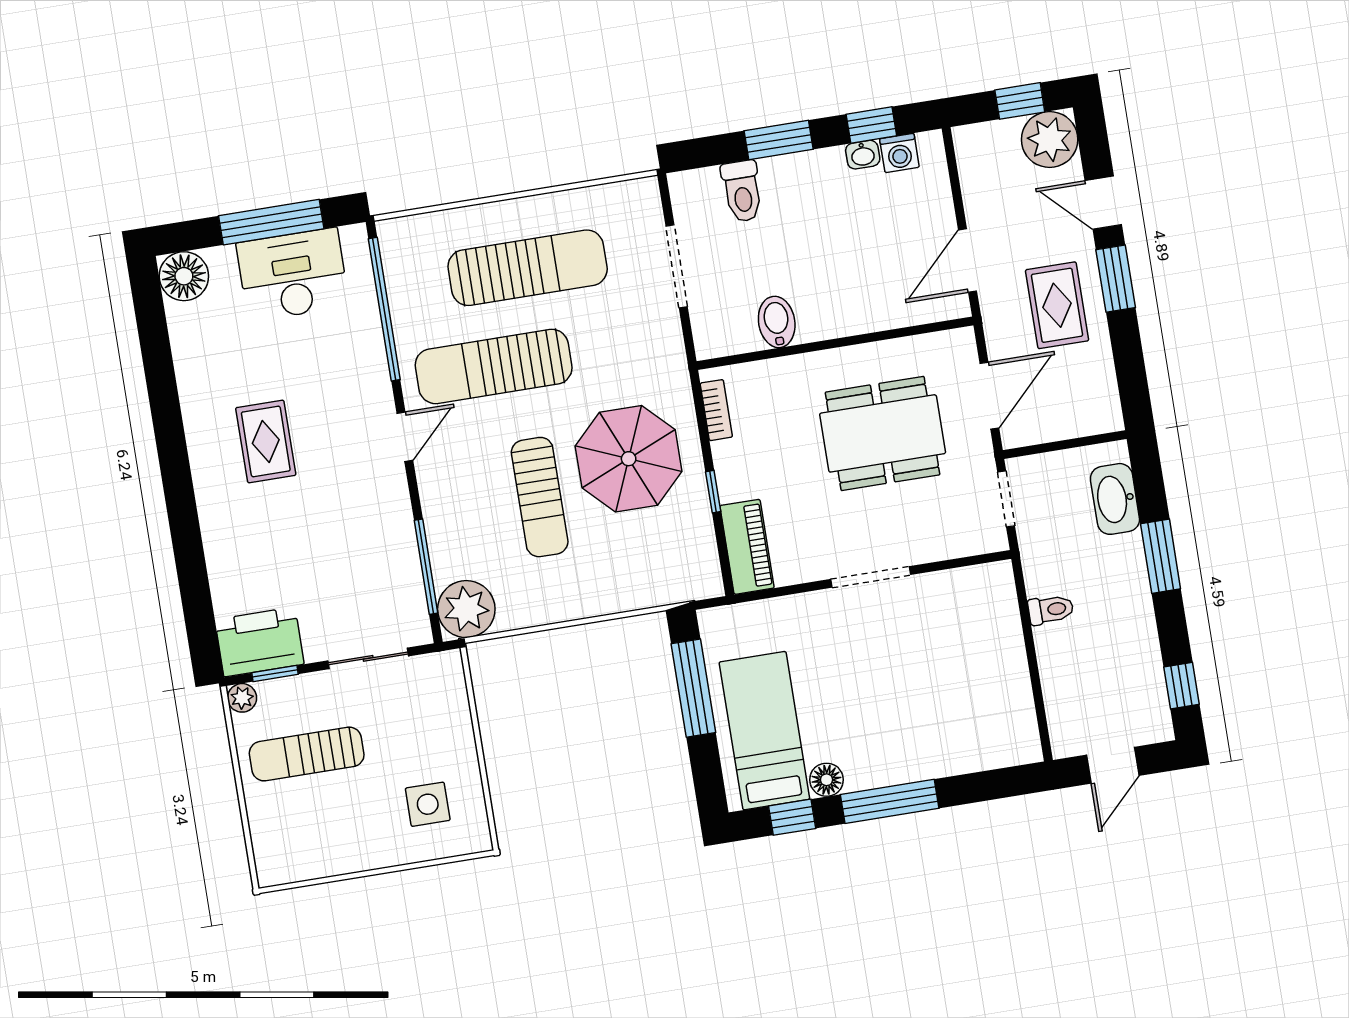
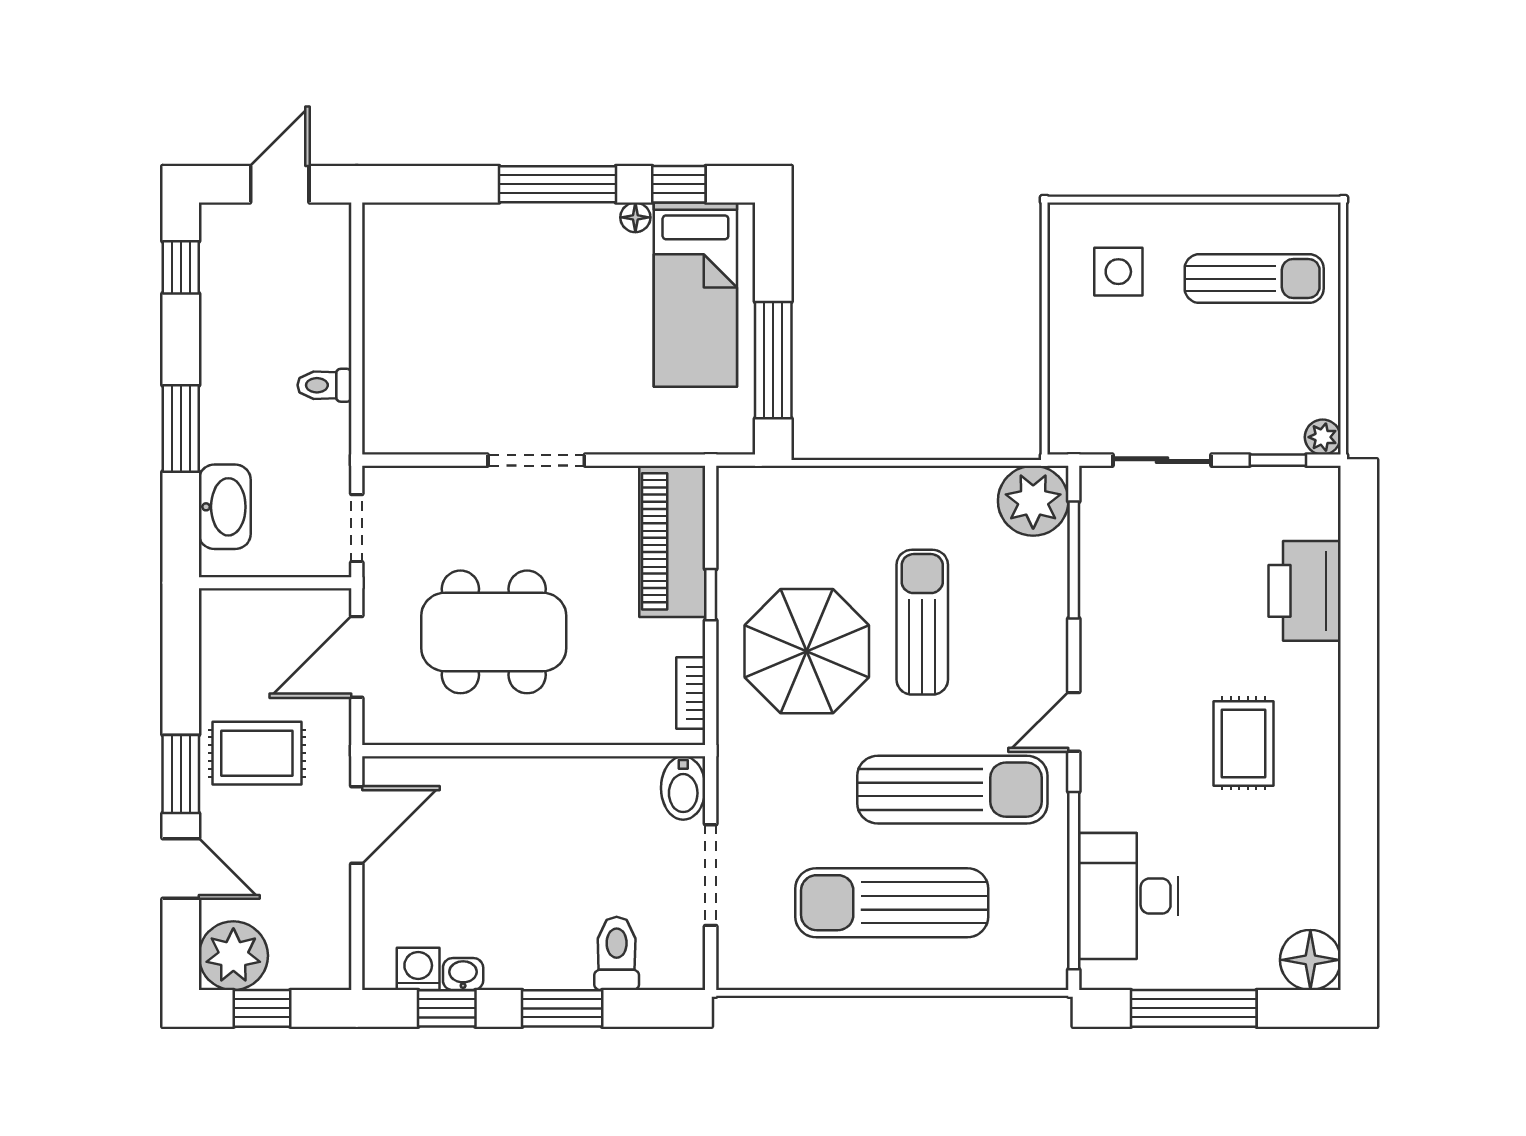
desk: (293, 275) -> (1129, 896), moved, turned 90
rug: (1057, 305) -> (257, 753), turned 90
bidet: (777, 322) -> (683, 788), moved
piano: (747, 547) -> (672, 541), width x1.37, depth x1.33
printer: (259, 642) -> (1305, 591), moved, turned 90
sun lounger: (307, 754) -> (1254, 279), moved
floor lamp: (827, 780) -> (635, 217), width x0.73, depth x0.73

